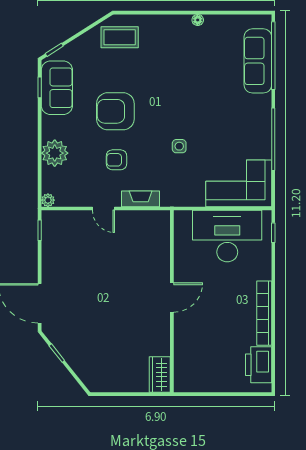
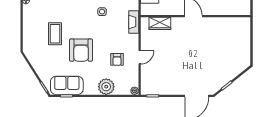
coffee table: (120, 37) -> (55, 34), moved
armchair: (117, 160) -> (117, 59), moved
fireplace: (141, 199) -> (134, 22), moved
wardrobe: (160, 375) -> (160, 23), moved

